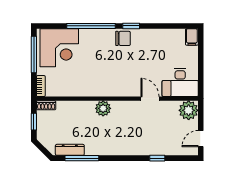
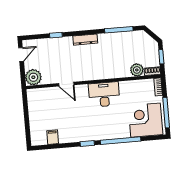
filing cabinet: (192, 37) -> (53, 137), moved
chair: (123, 38) -> (93, 132), removed
desk: (180, 83) -> (104, 94), moved
plant: (103, 108) -> (137, 70), moved
dresser: (70, 150) -> (85, 40), moved

